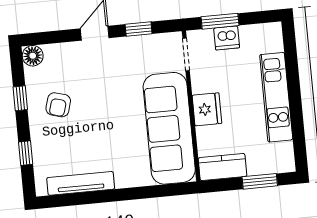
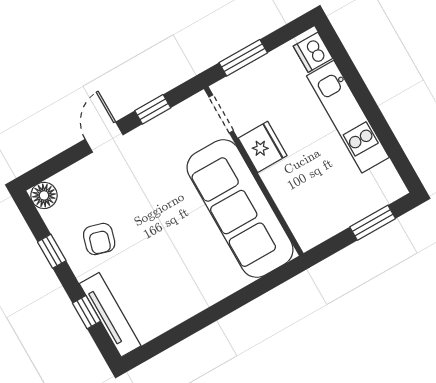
dishwasher: (227, 38) -> (313, 52), moved, turned 90
fridge: (207, 109) -> (263, 147), moved
kitchen counter: (222, 167) -> (322, 226), removed
tv unit: (81, 183) -> (110, 315), moved, turned 90

